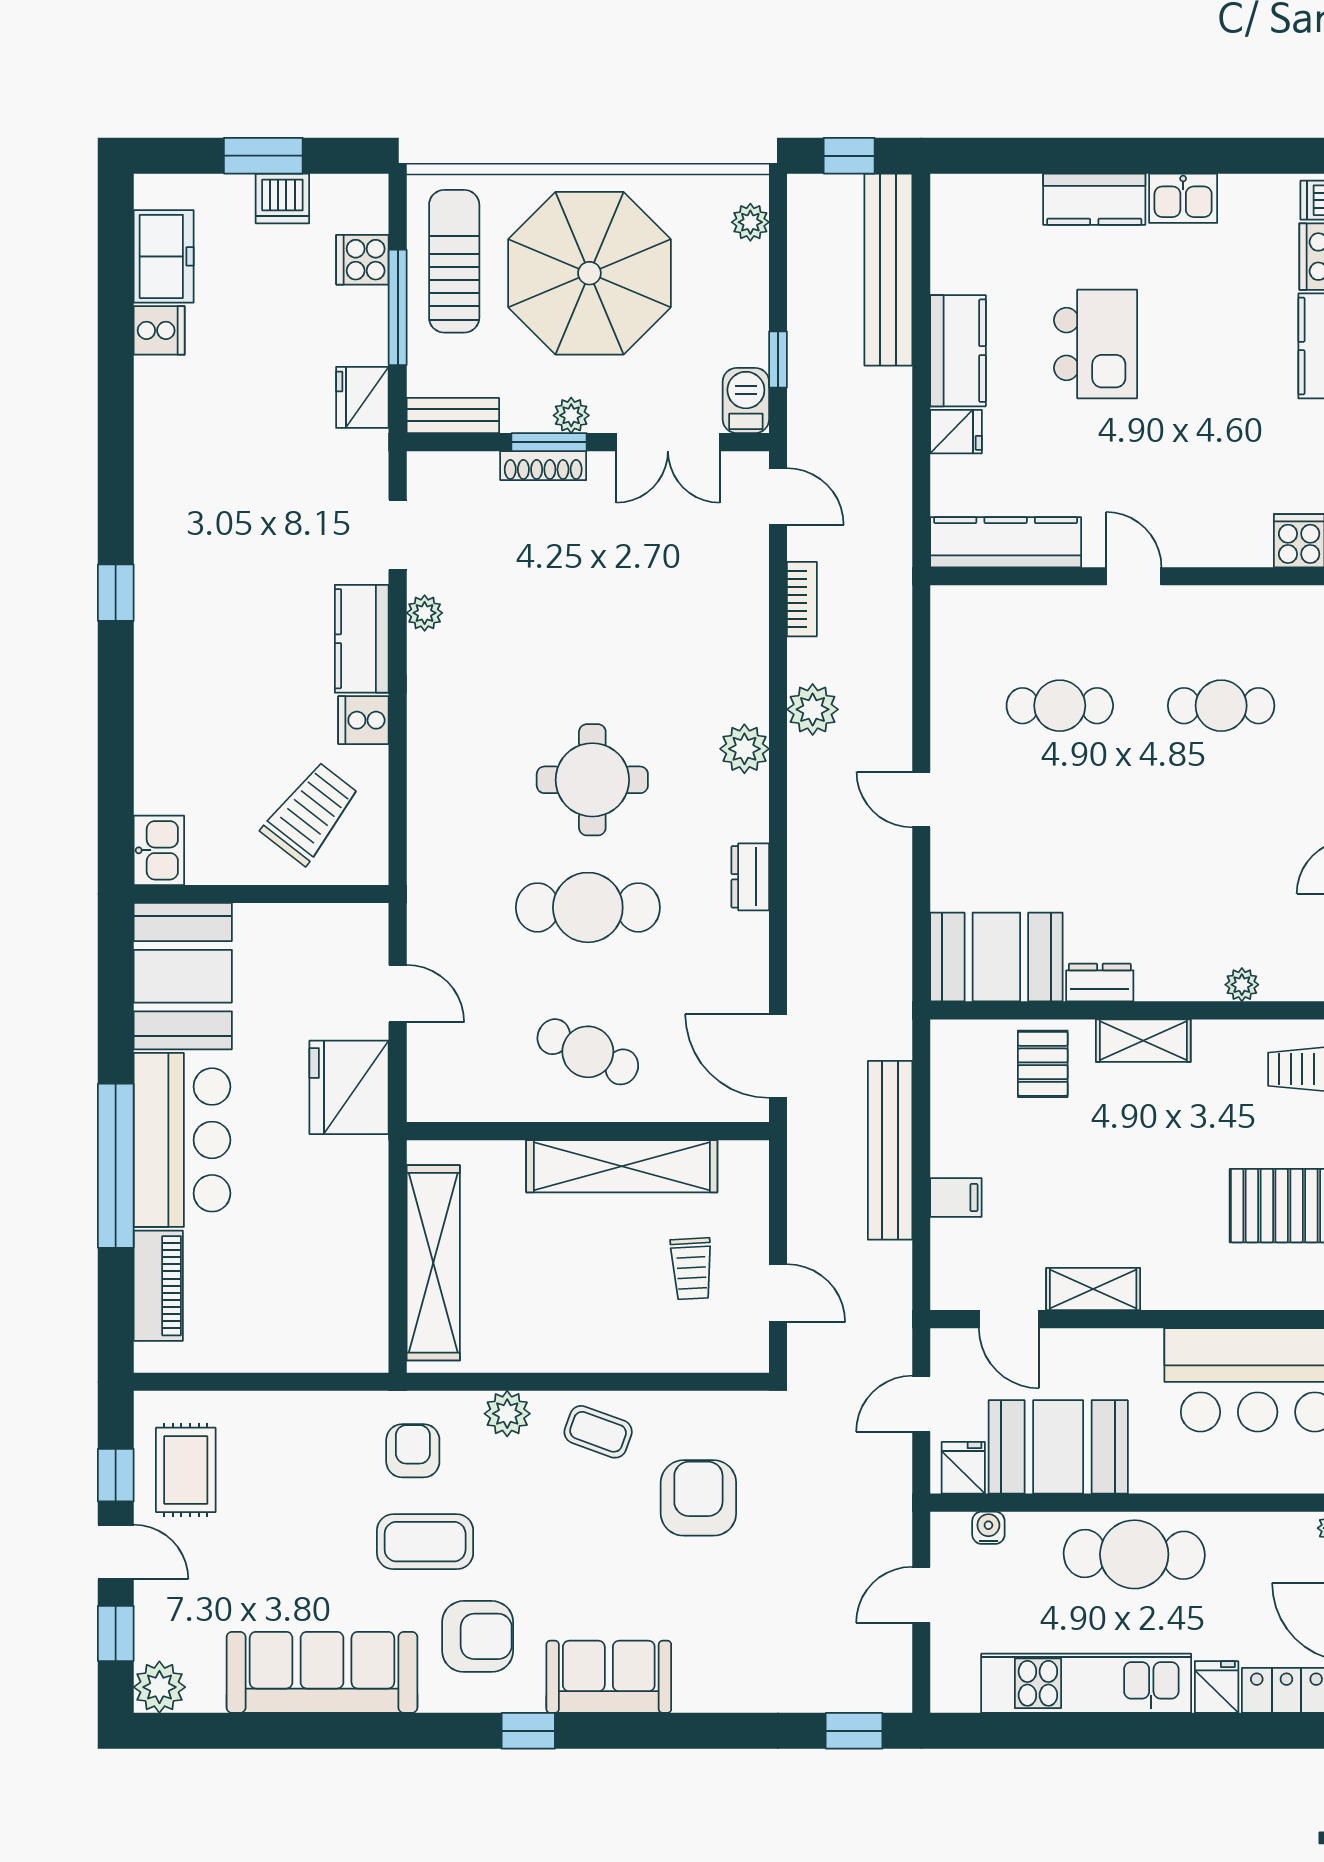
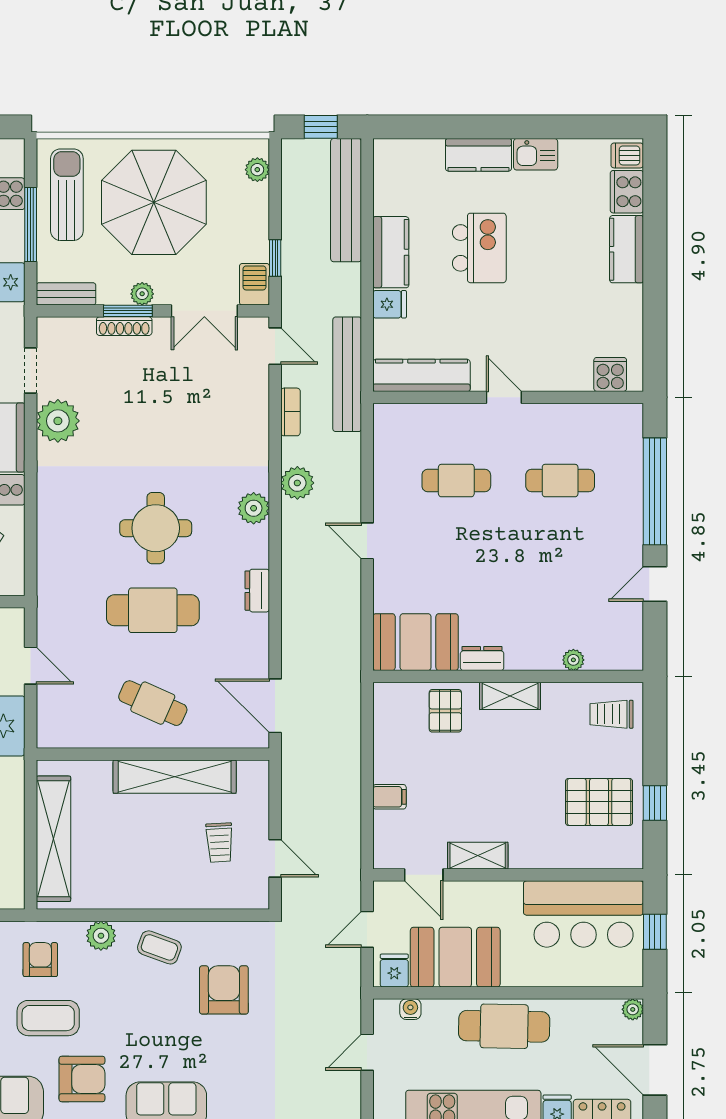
plant: (425, 613) -> (58, 421), width x1.88, depth x1.88
bench: (890, 1150) -> (347, 374), moved

